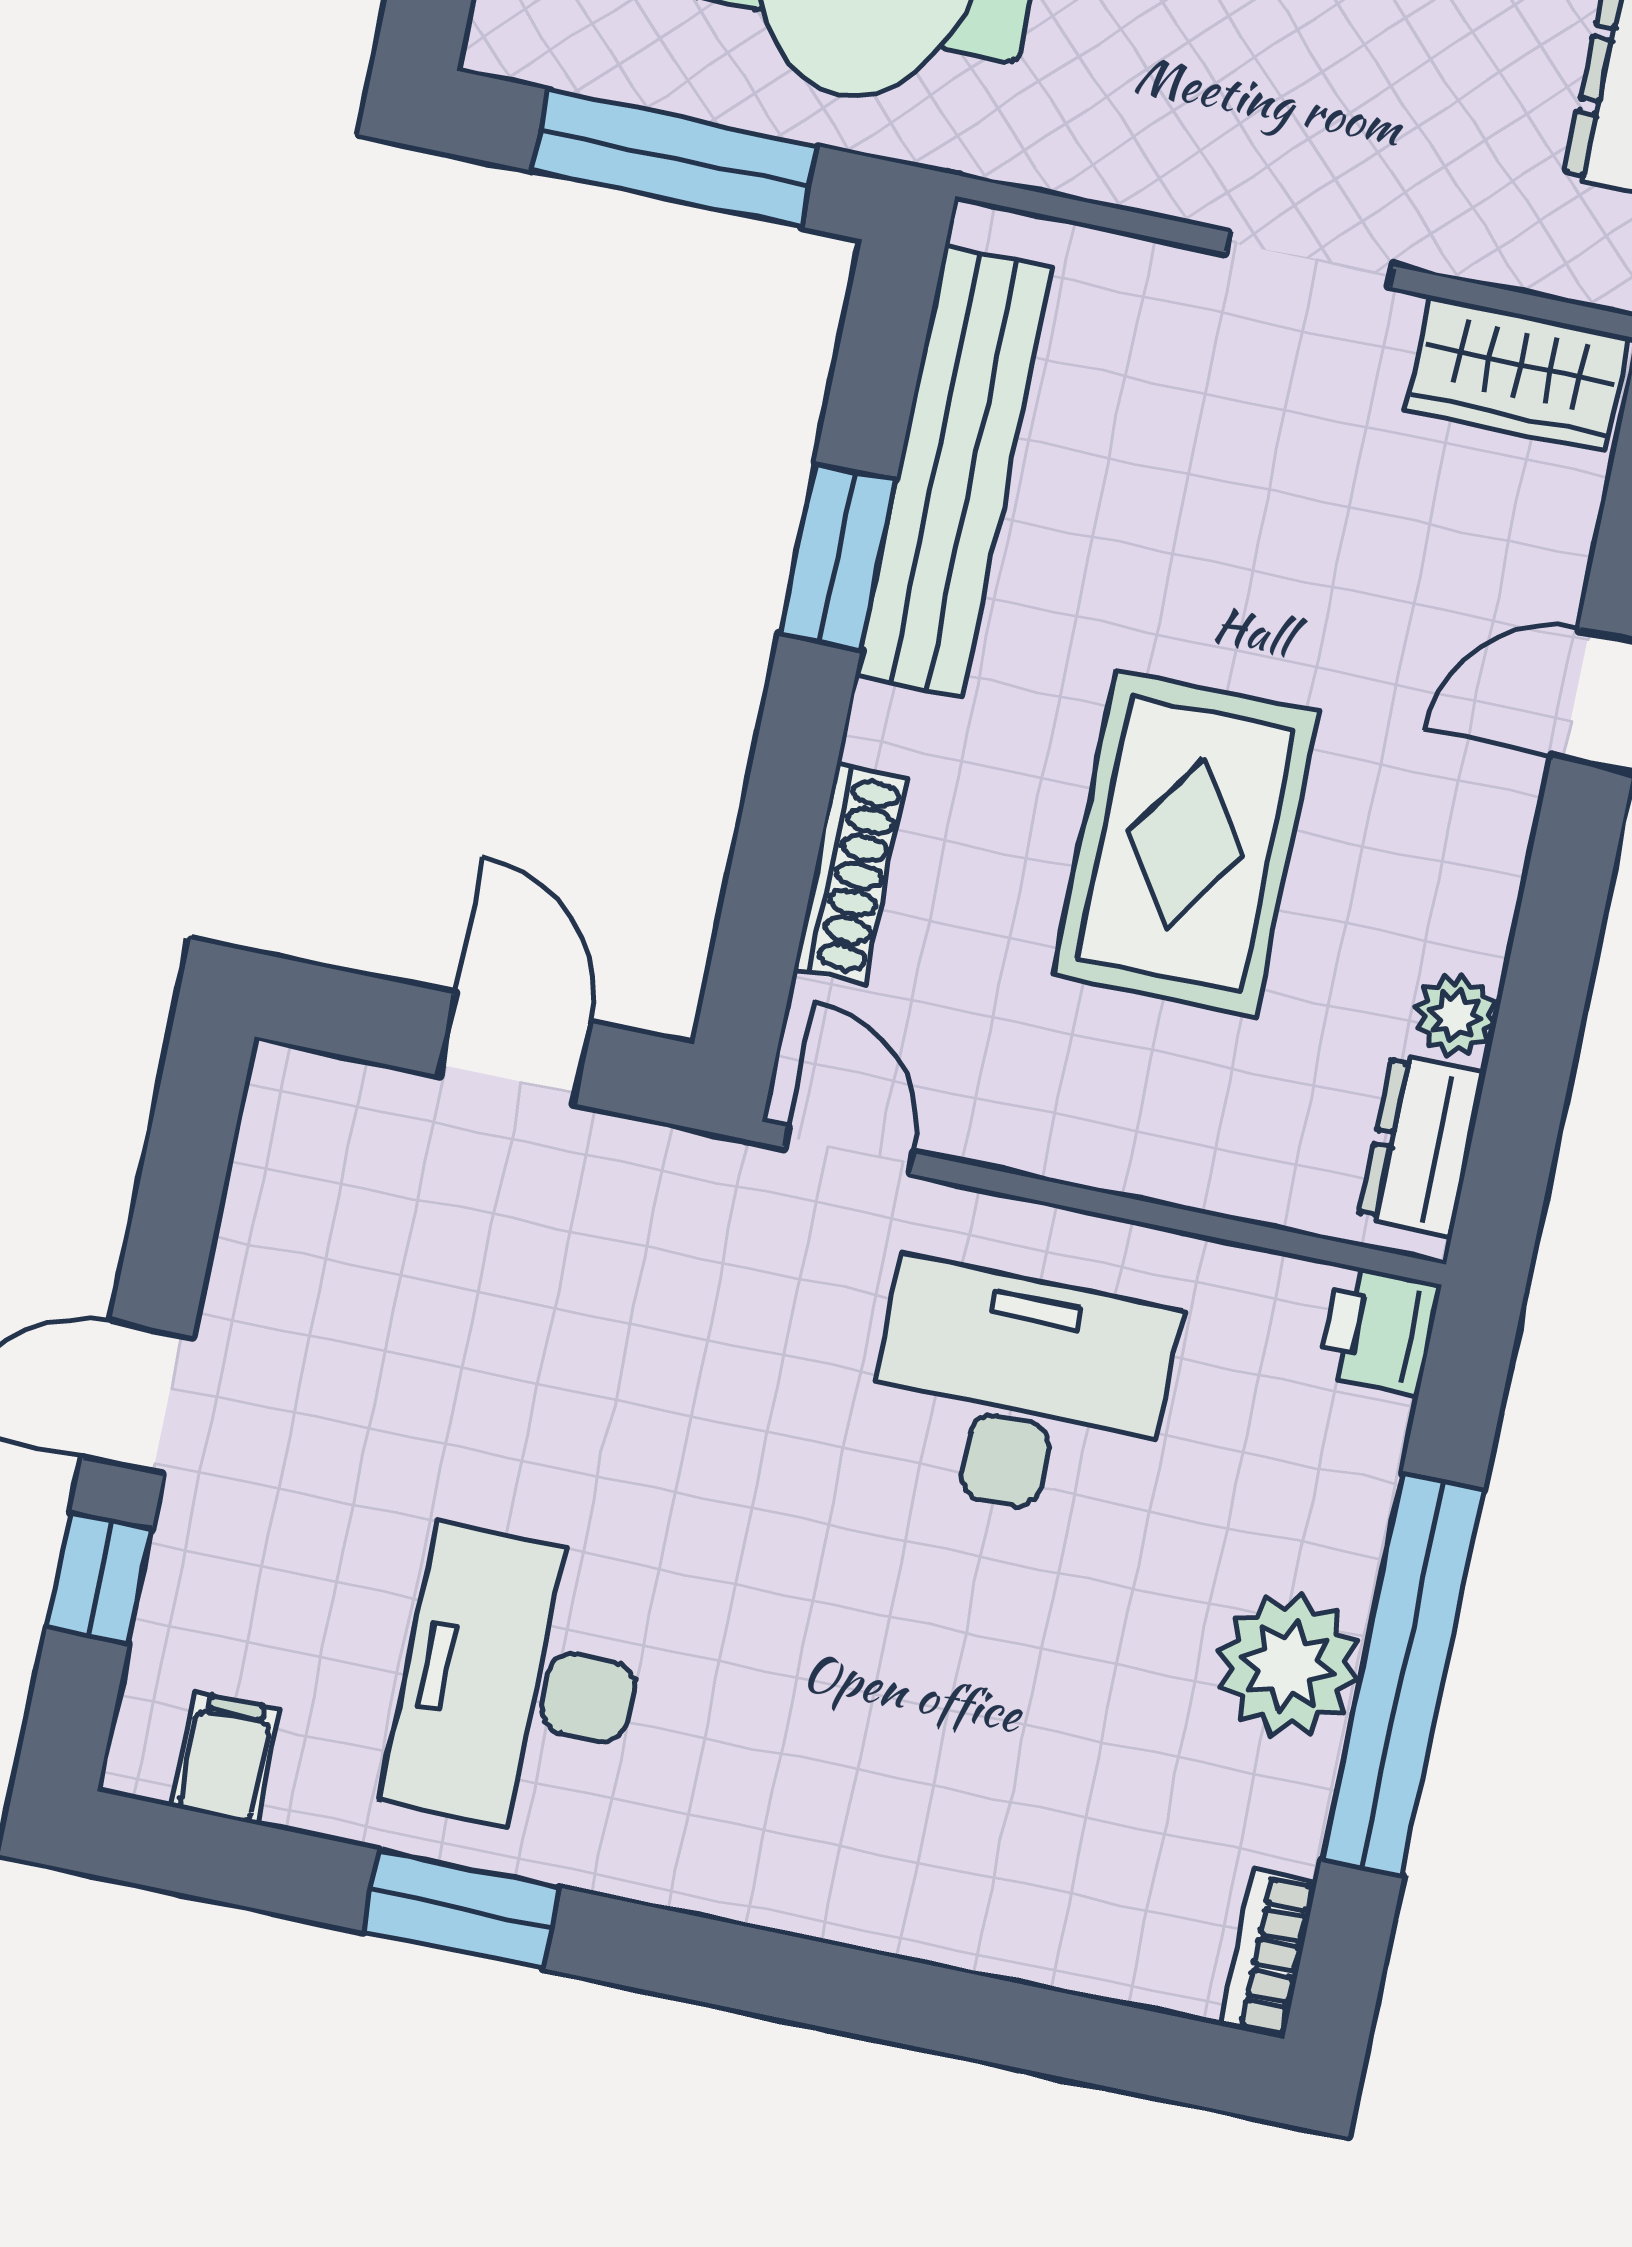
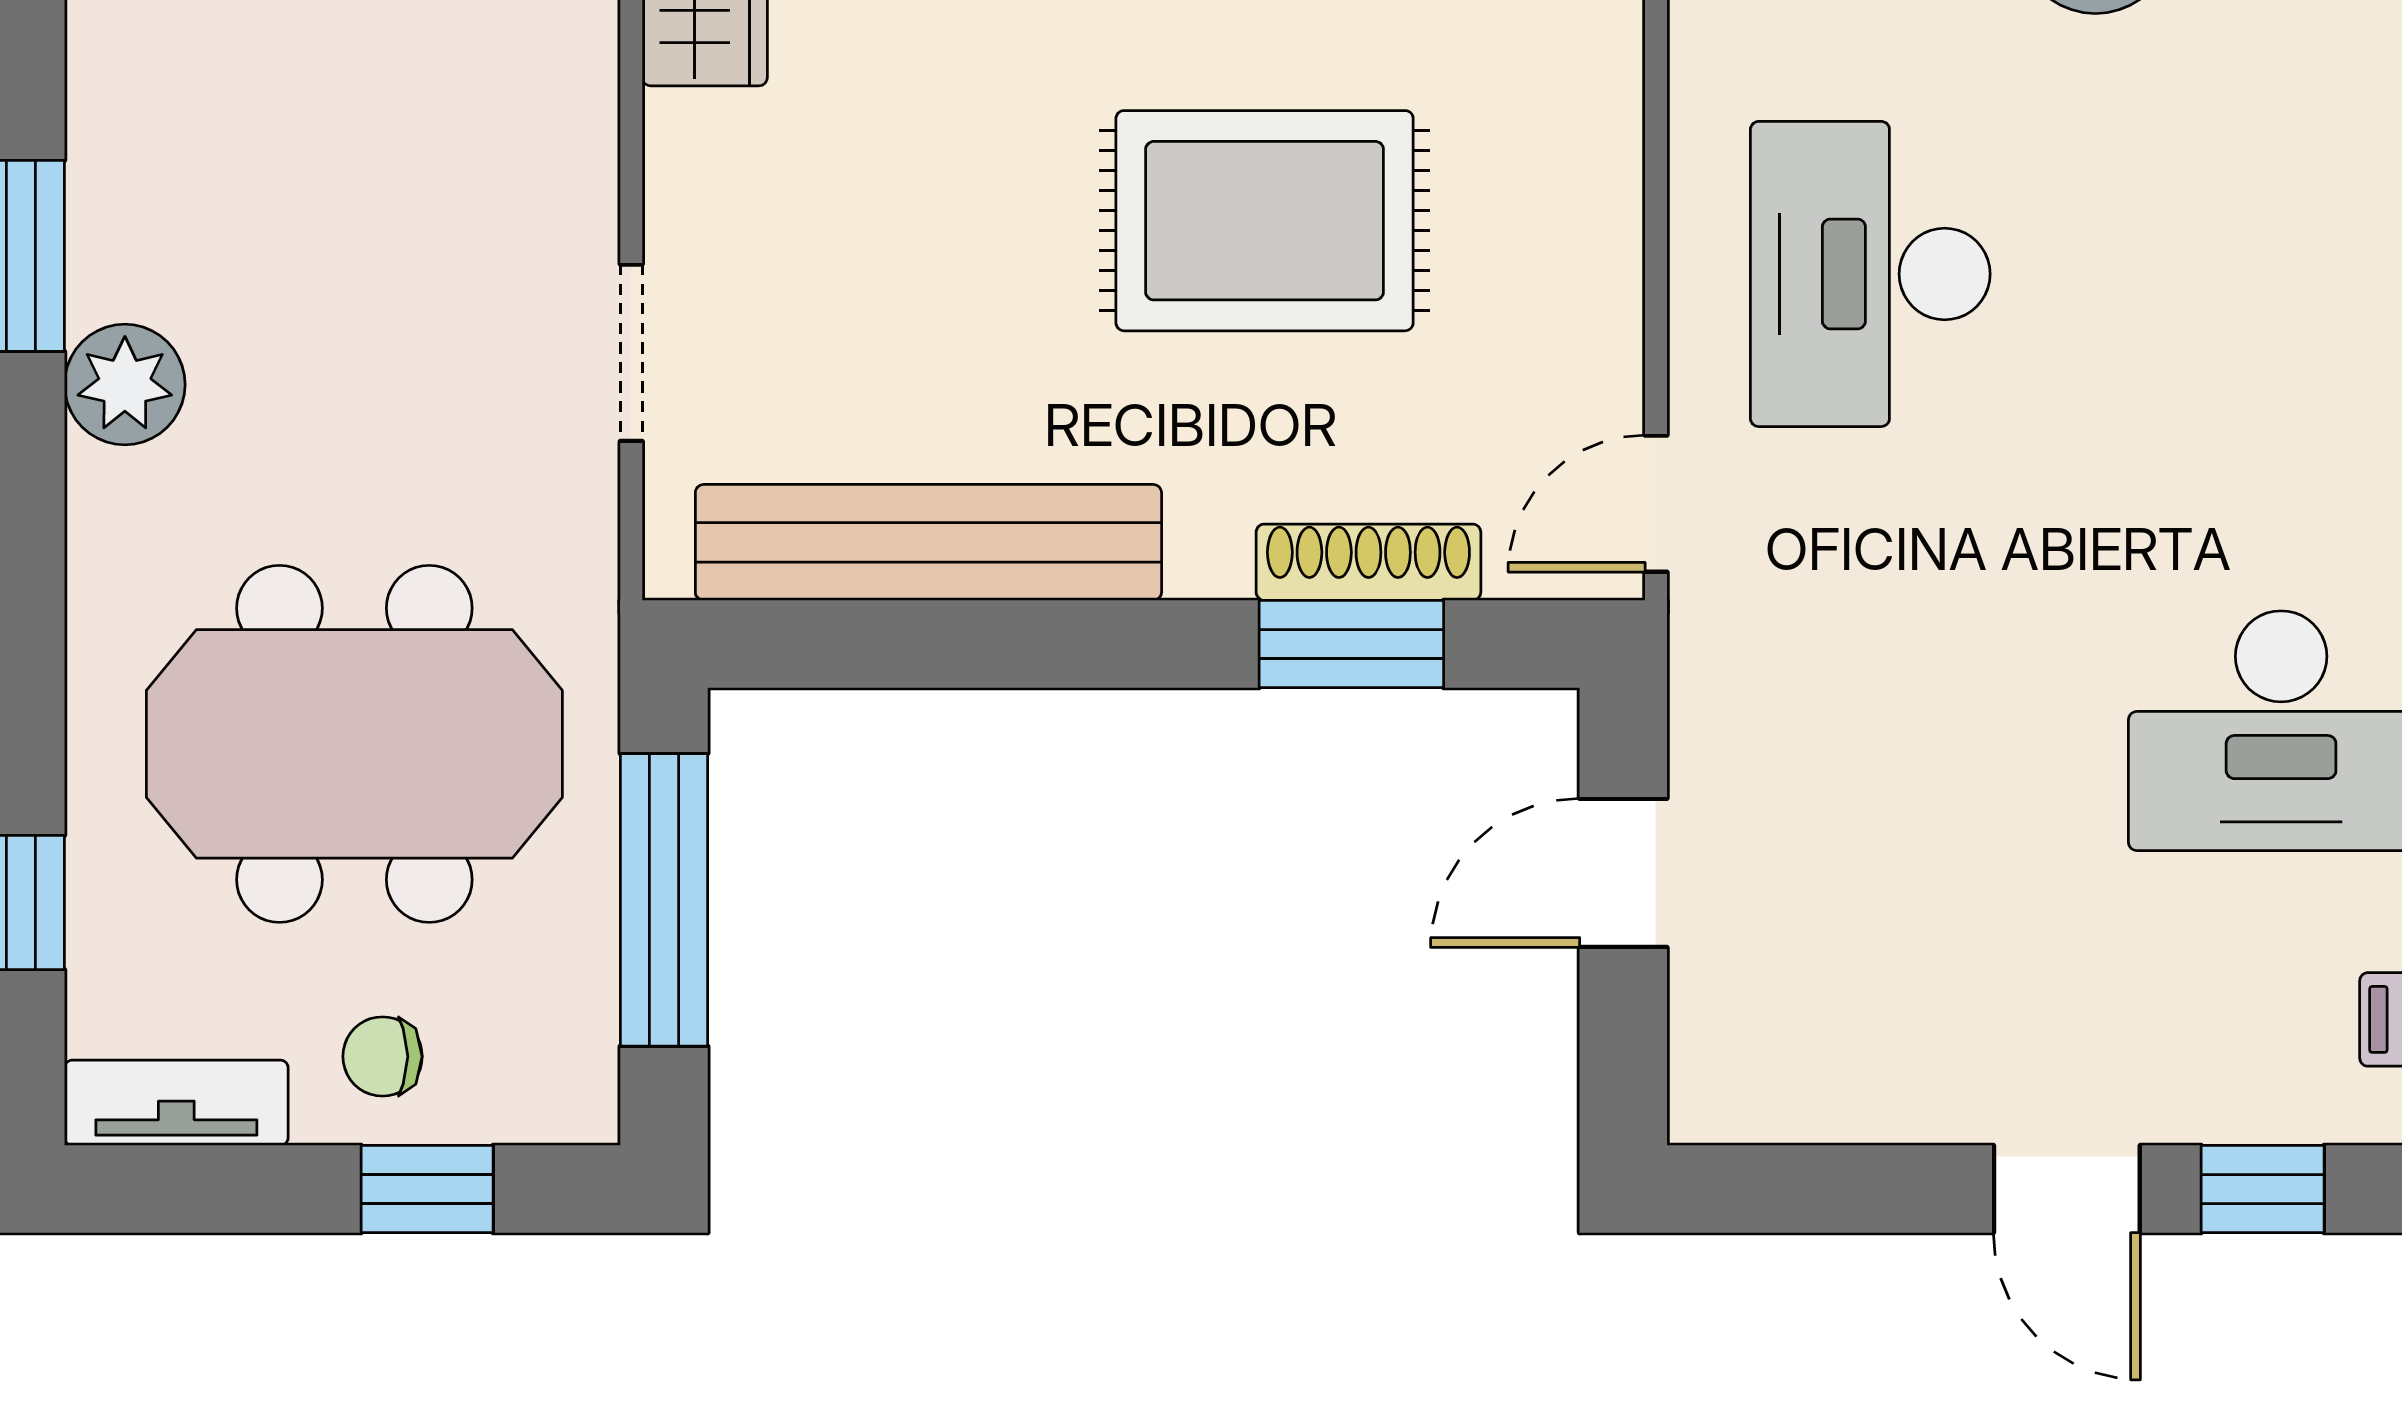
doorway: (1310, 259) -> (631, 353), moved
window: (838, 557) -> (1351, 644), moved

